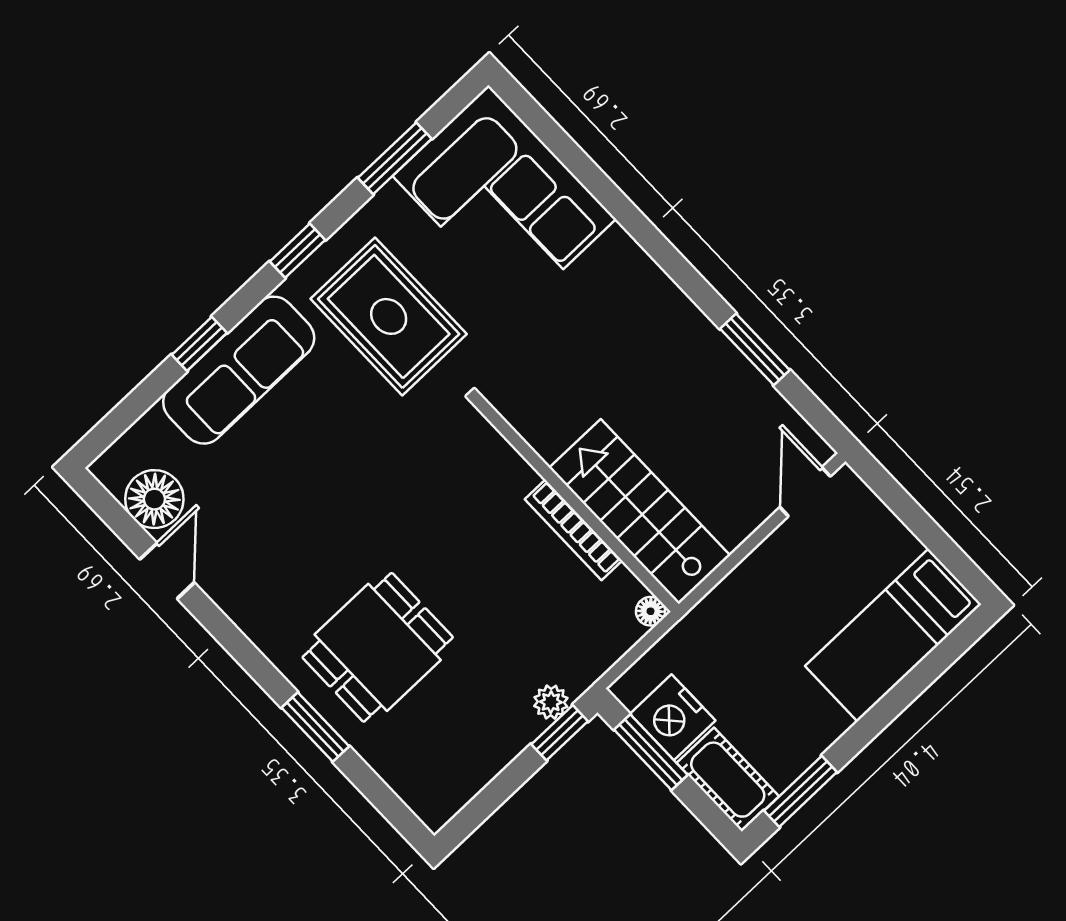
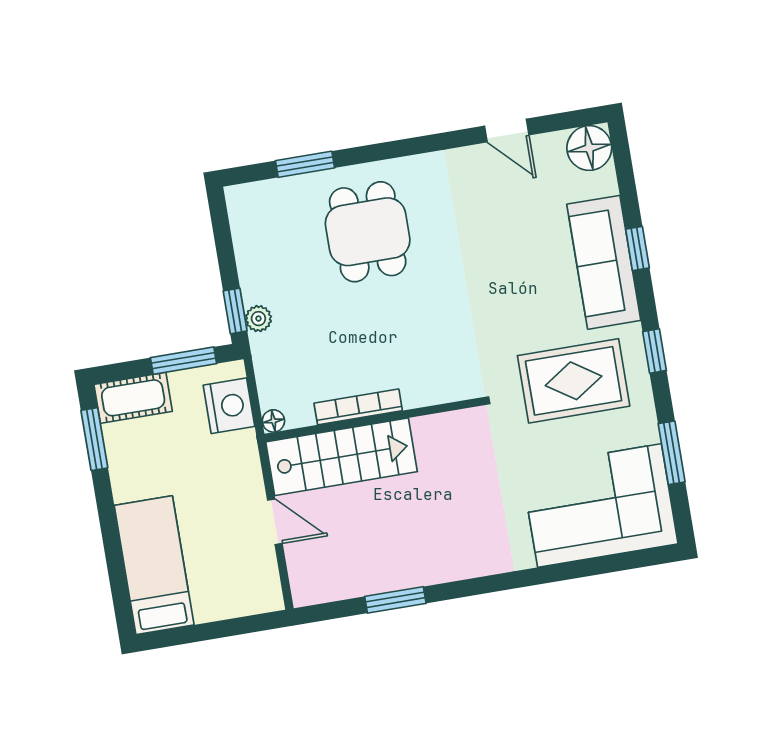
door: (805, 492) -> (275, 522), moved
floor lamp: (154, 499) -> (589, 148), moved
nightstand: (673, 717) -> (229, 406), moved, turned 90
window: (315, 727) -> (305, 164), moved

